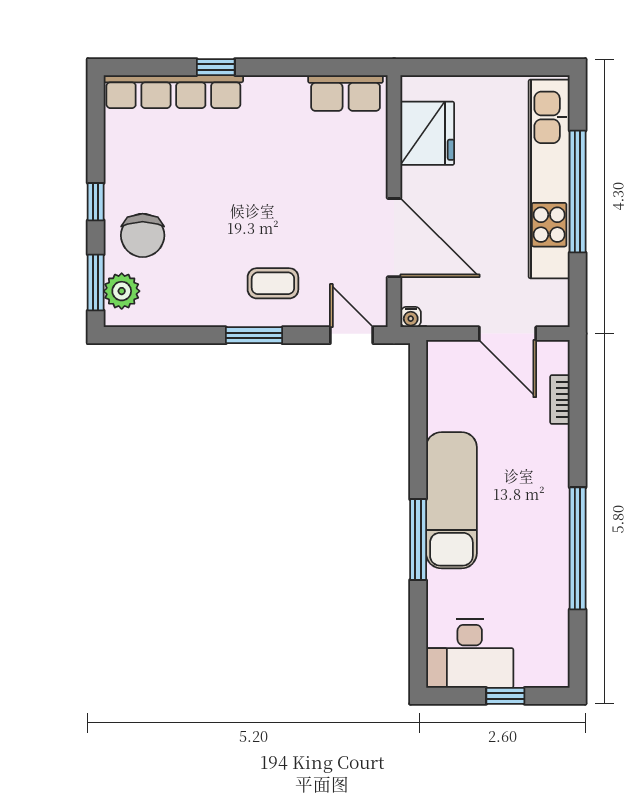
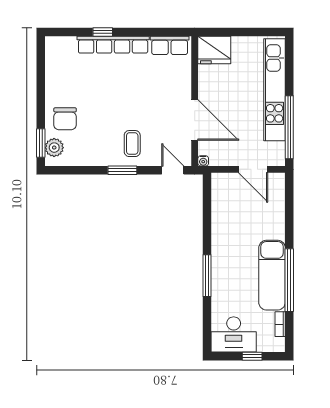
row of seats: (173, 92) -> (113, 45), moved
fridge: (427, 133) -> (214, 50), moved, turned 90
window: (578, 192) -> (289, 127), moved
window: (96, 202) -> (41, 101), removed
coffee table: (273, 283) -> (132, 144), turned 90
bookcase: (560, 400) -> (280, 324), moved
exam couch: (451, 500) -> (272, 275), moved, turned 180

